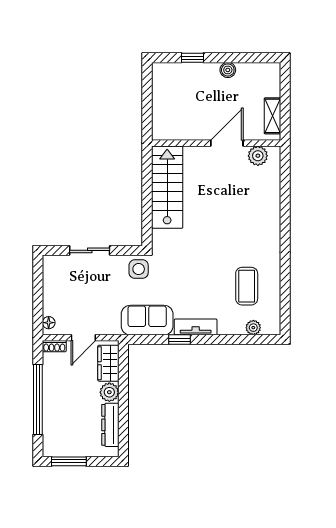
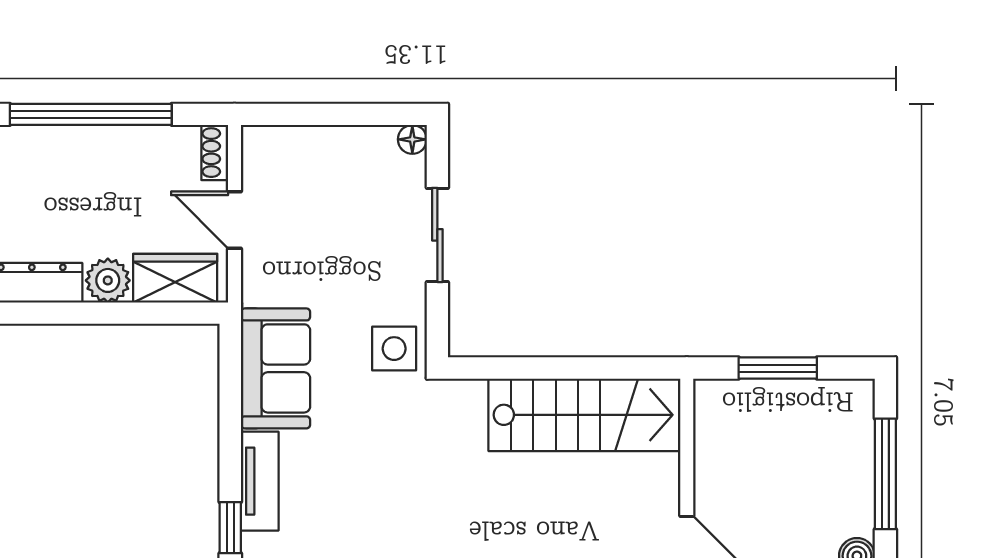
window: (192, 58) -> (885, 474), width x2.17
window: (147, 104) -> (778, 368), added
floor lamp: (49, 323) -> (412, 139), moved
window: (180, 340) -> (230, 528), moved

